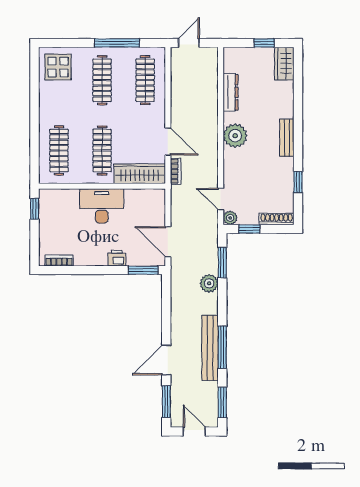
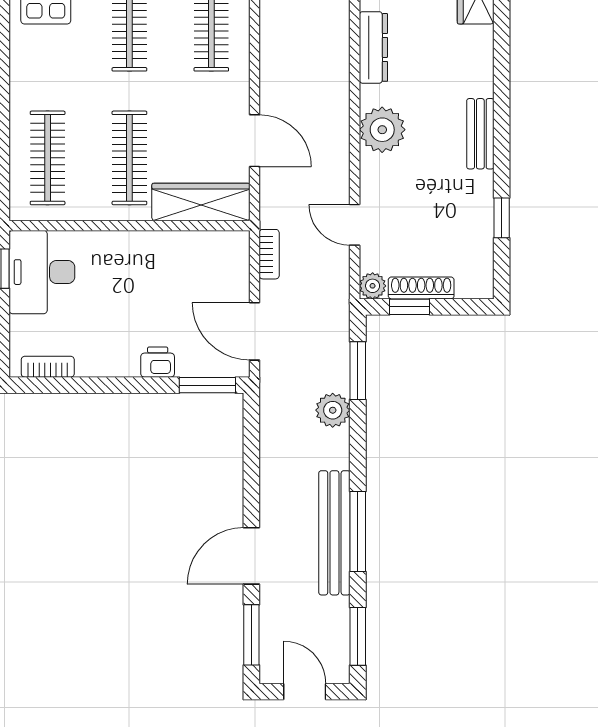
bookcase: (176, 171) -> (269, 254), moved
door: (221, 199) -> (355, 225), moved
desk: (102, 206) -> (42, 272), moved, turned -90
shoe rack: (277, 219) -> (421, 288), moved

